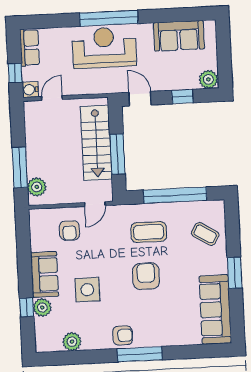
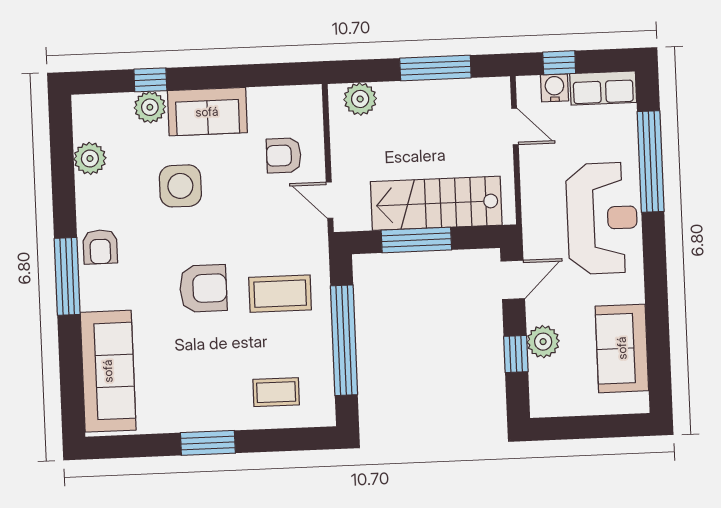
window: (109, 18) -> (651, 162), moved
plant: (208, 79) -> (543, 342), moved
water cooler: (30, 90) -> (554, 88), moved
window: (20, 167) -> (435, 68), moved
coffee table: (149, 232) -> (280, 294), turned 90
coffee table: (205, 234) -> (276, 392), turned 59
sofa: (215, 310) -> (108, 371), moved, turned 90

